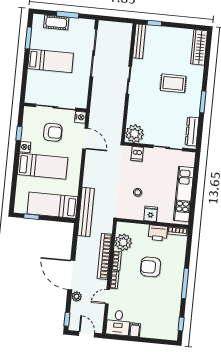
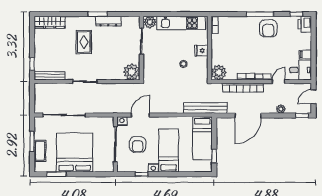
bed: (51, 61) -> (75, 152), width x2.04
dresser: (192, 131) -> (108, 21), moved
armchair: (53, 132) -> (138, 144), turned 180
dishwasher: (137, 154) -> (149, 68), removed
plant: (188, 160) -> (150, 22), added
printer: (158, 233) -> (305, 24), moved, turned 180
plant: (123, 242) -> (219, 72), moved
armchair: (151, 267) -> (268, 28), moved
door: (71, 275) -> (248, 116), moved
door: (108, 297) -> (279, 82), swing flipped

